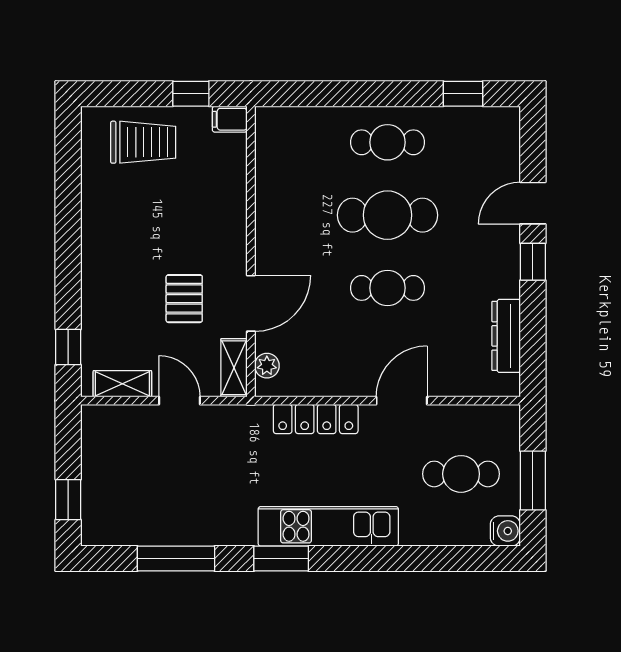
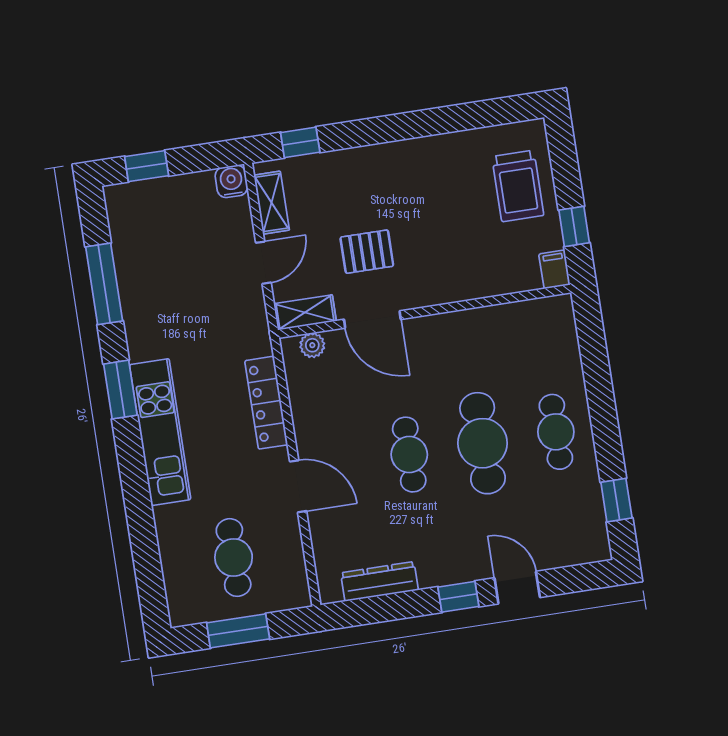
water cooler: (505, 531) -> (231, 181), moved, turned 180

